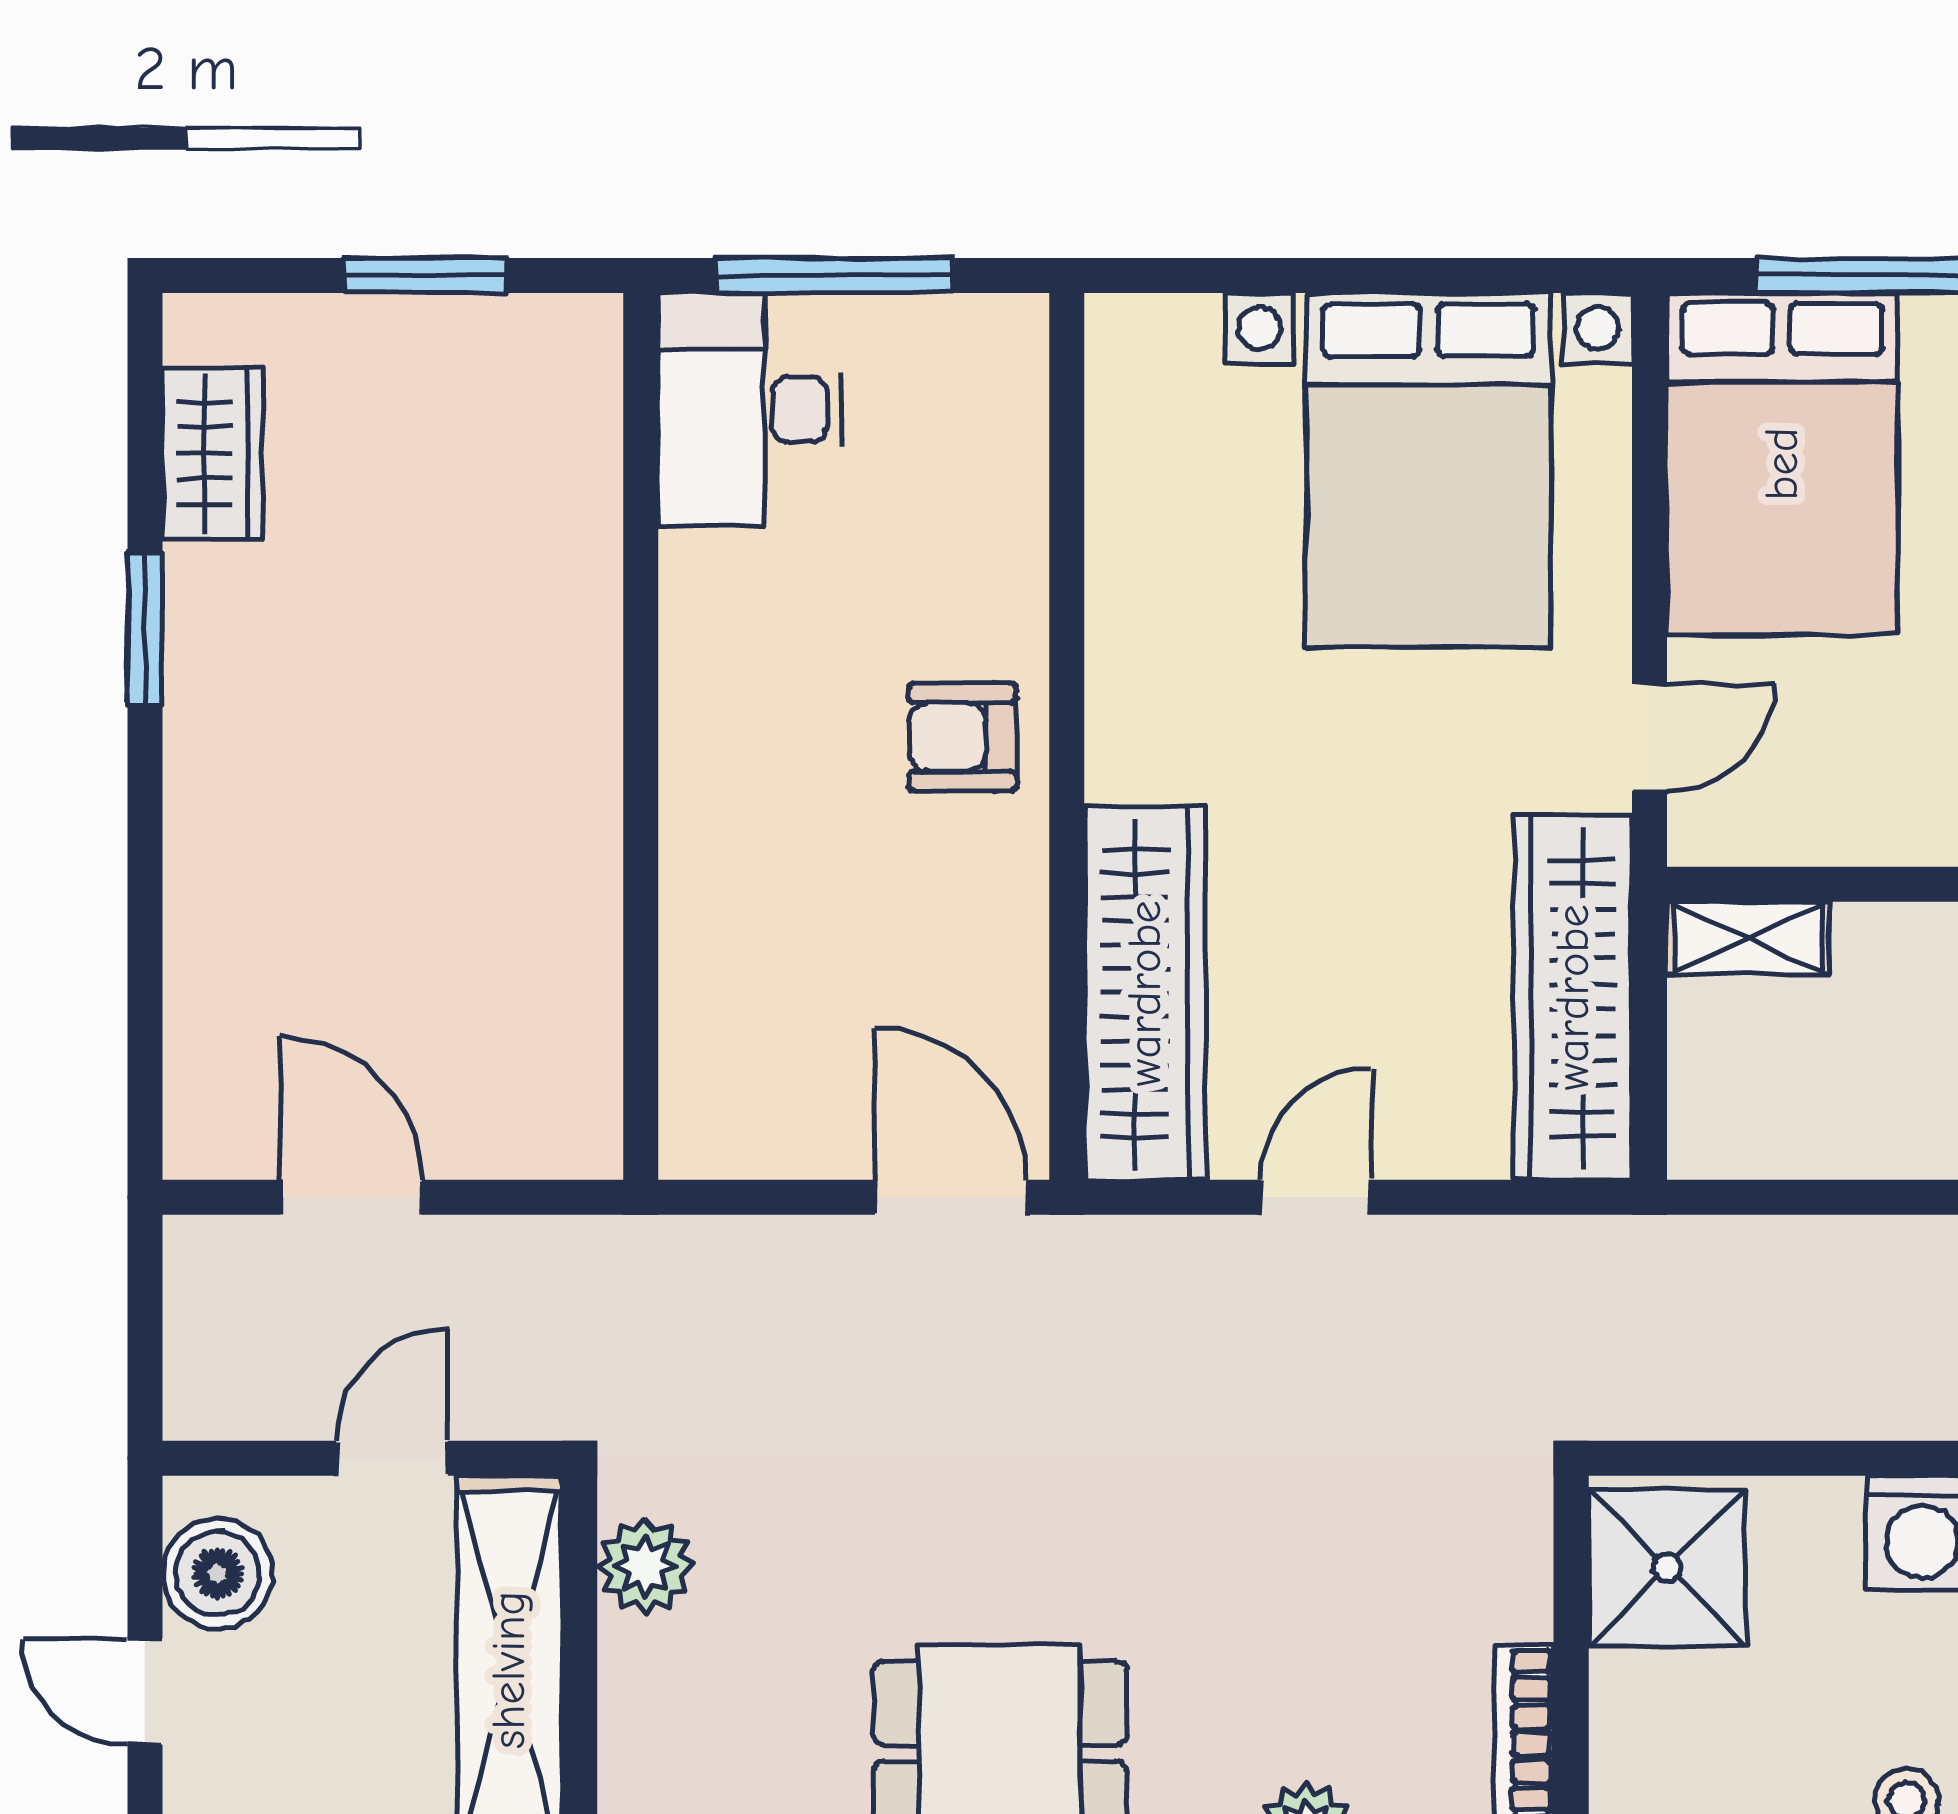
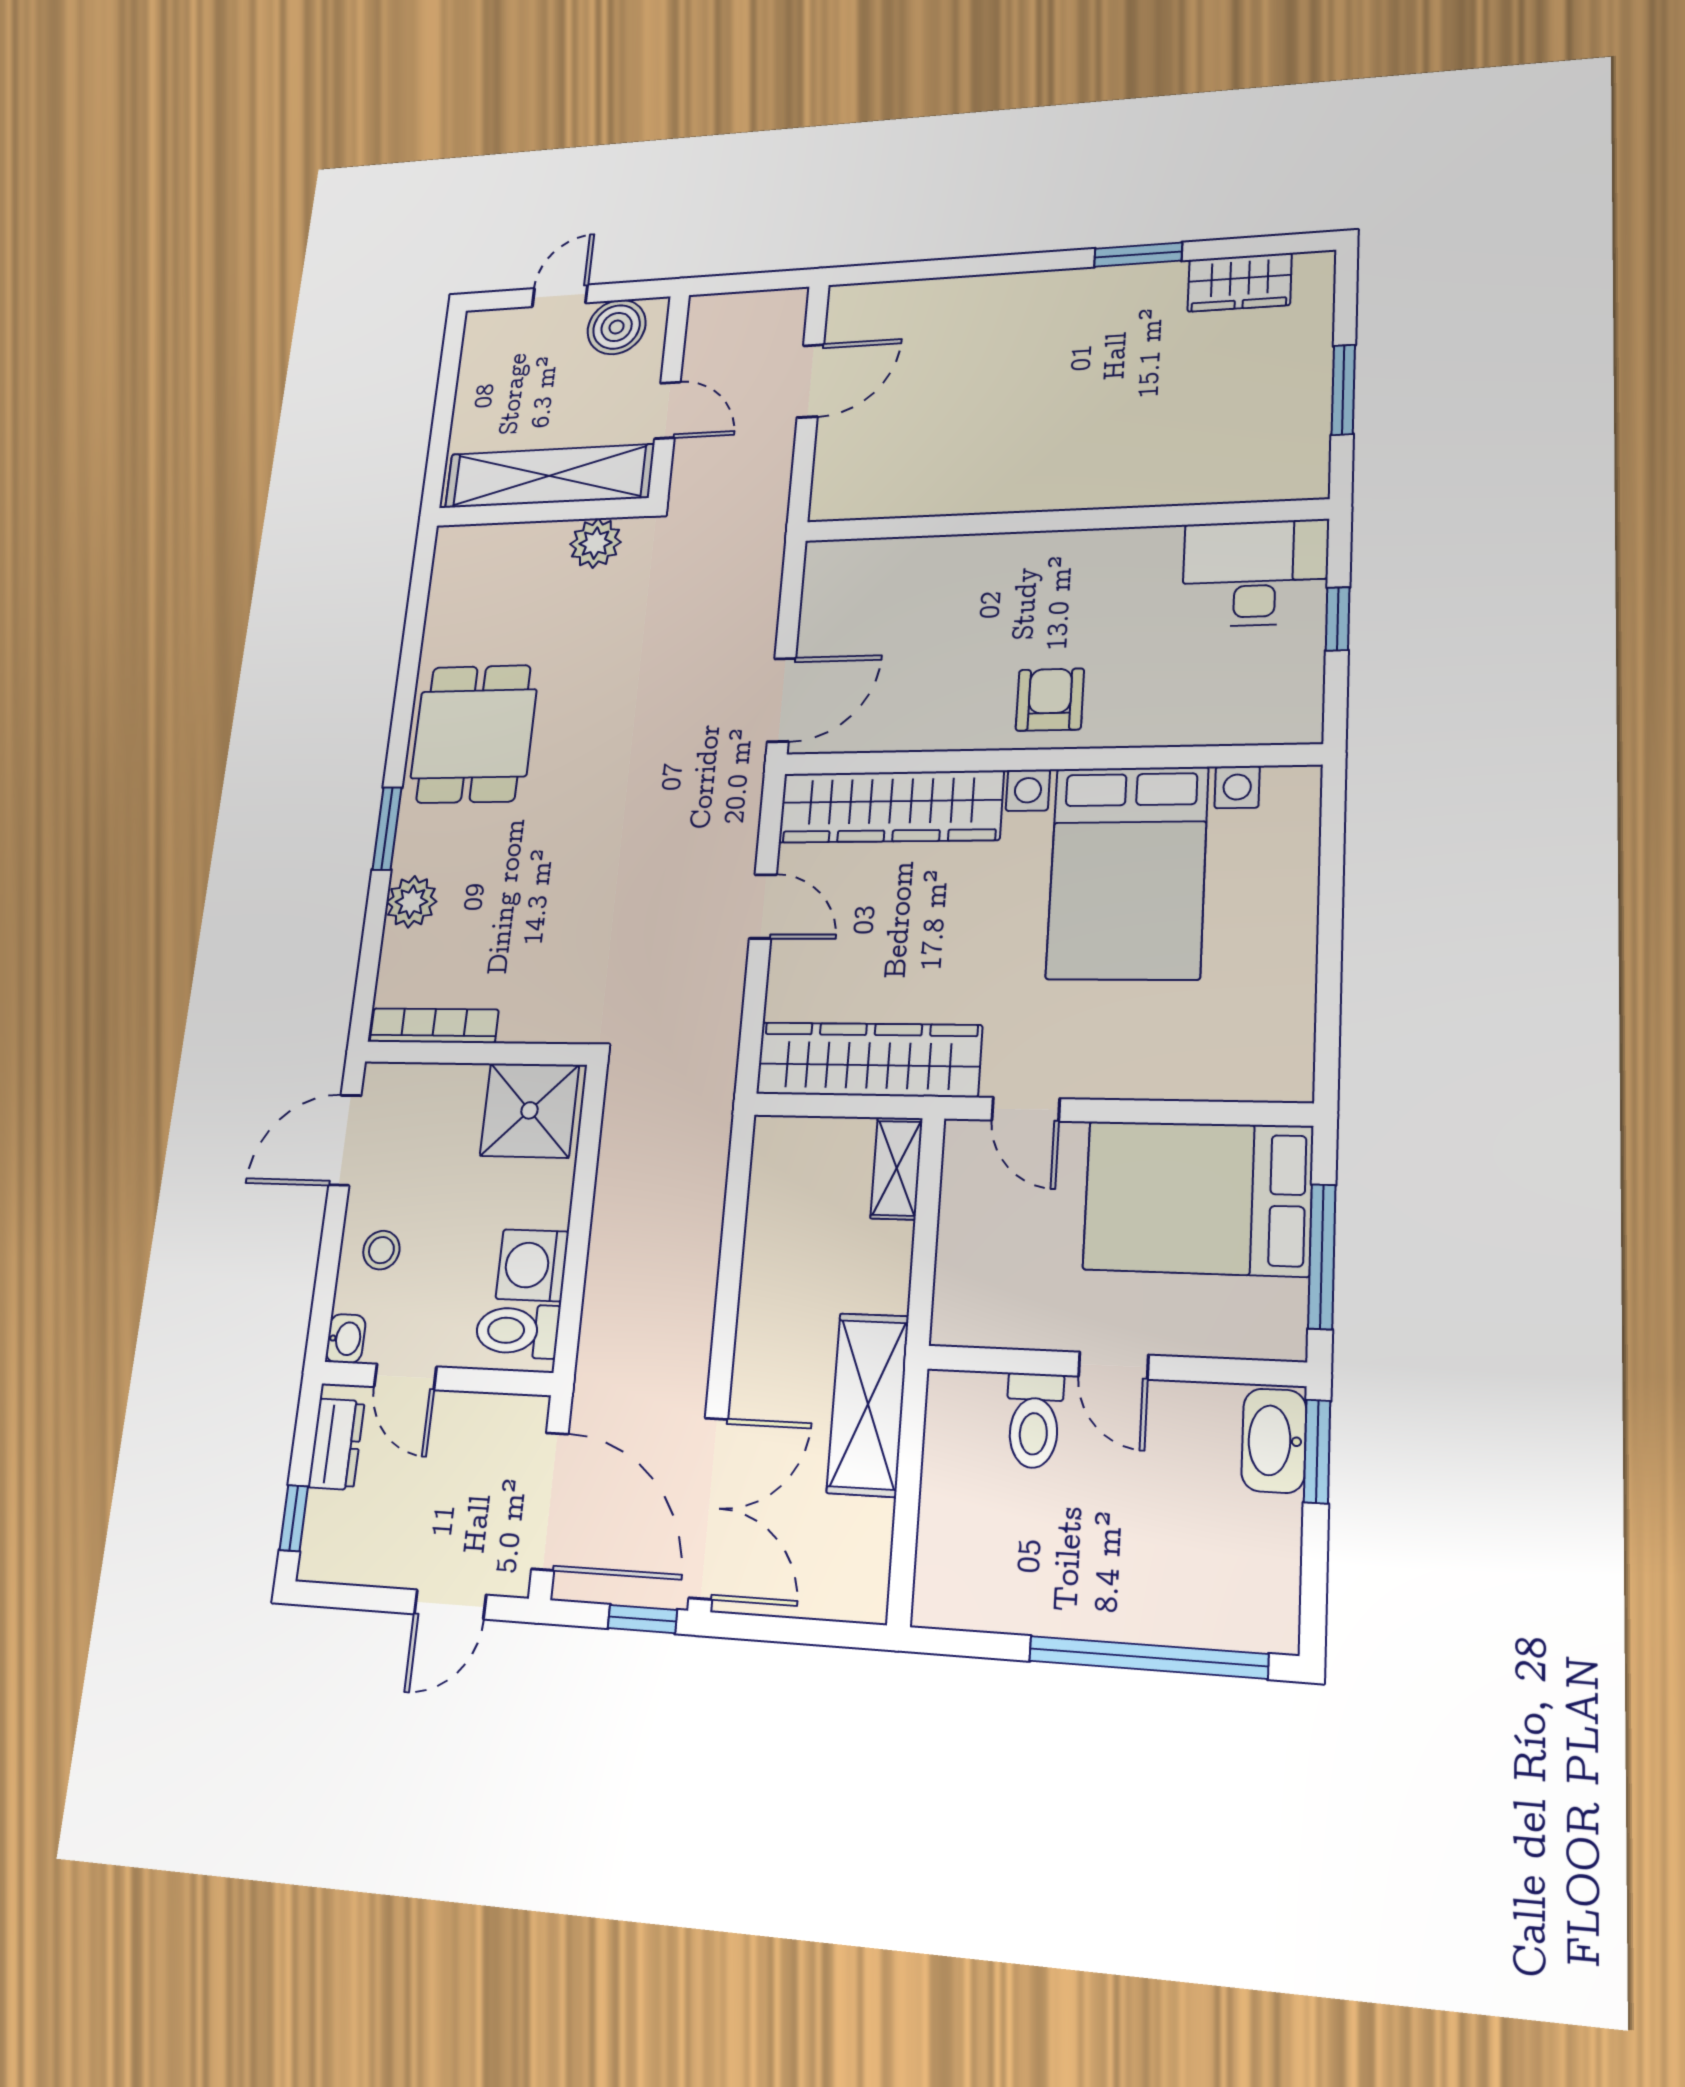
window: (835, 276) -> (1338, 619), width x0.46
bed with nightstands: (1428, 470) -> (1127, 873), moved, turned -90

